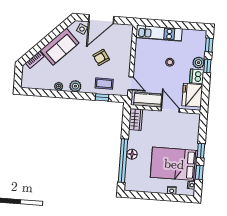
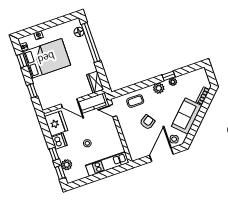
plant: (199, 63) -> (67, 165), moved
window: (102, 97) -> (169, 76), moved
window: (201, 151) -> (32, 91), moved
floor lamp: (132, 154) -> (79, 32), moved

